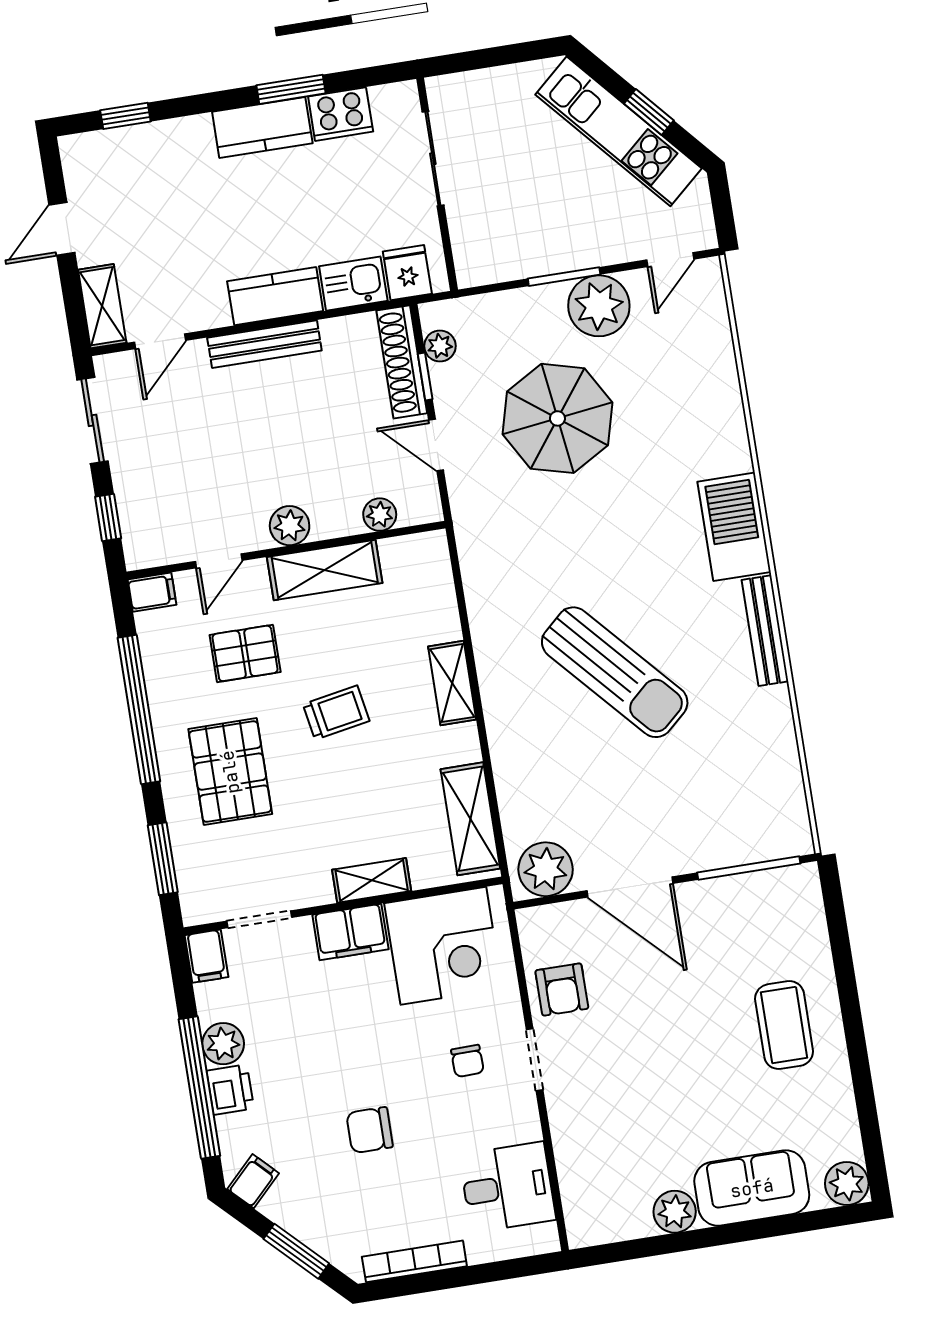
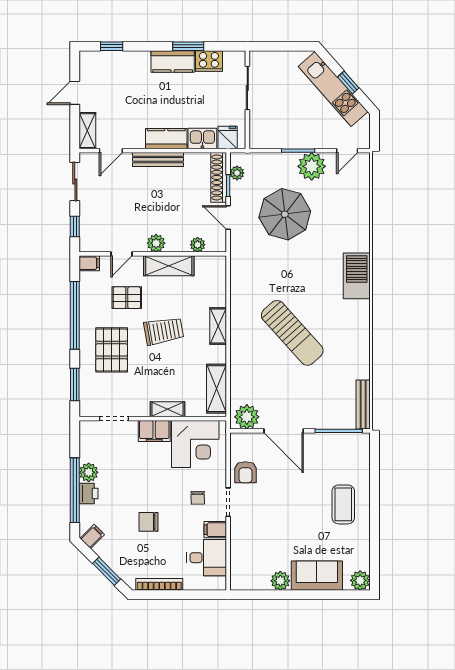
bench: (765, 631) -> (363, 405), moved
trolley: (336, 712) -> (164, 331), width x1.36, depth x1.39
filing cabinet: (207, 956) -> (215, 530), moved, turned 90

